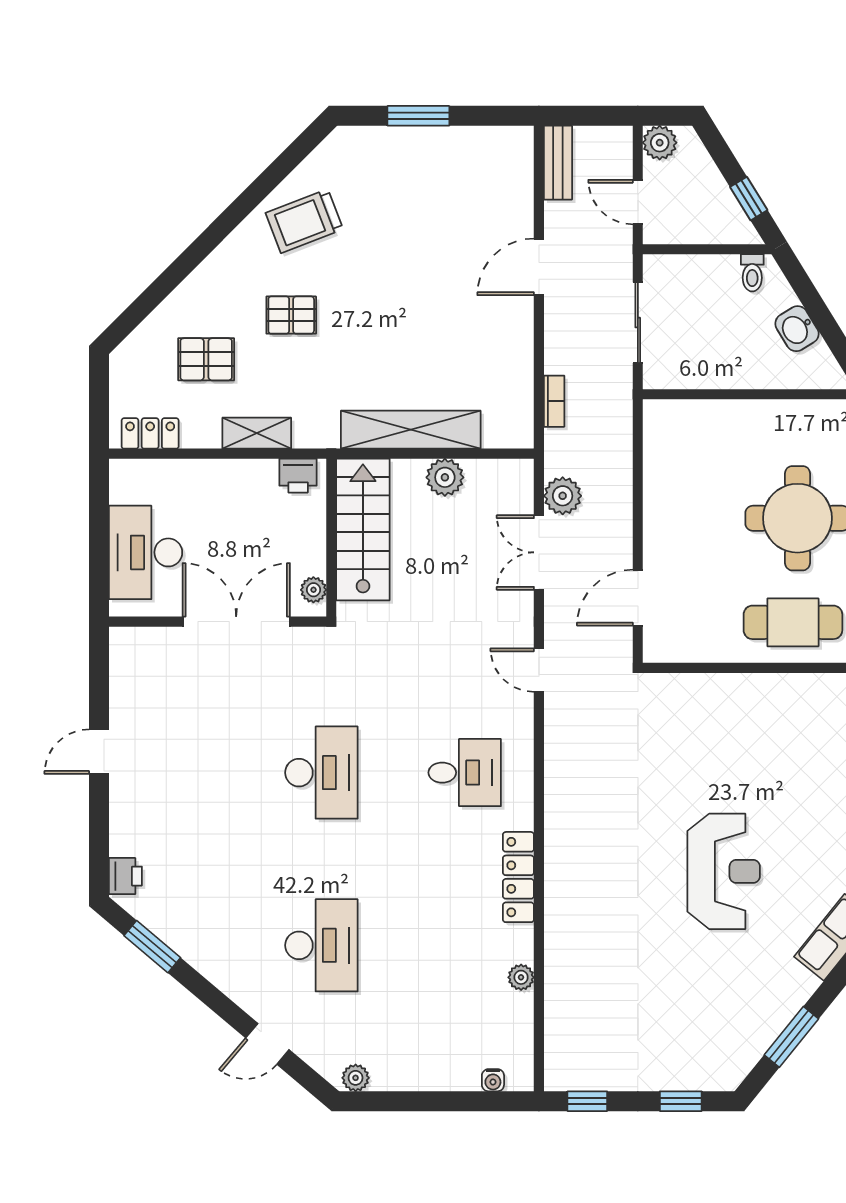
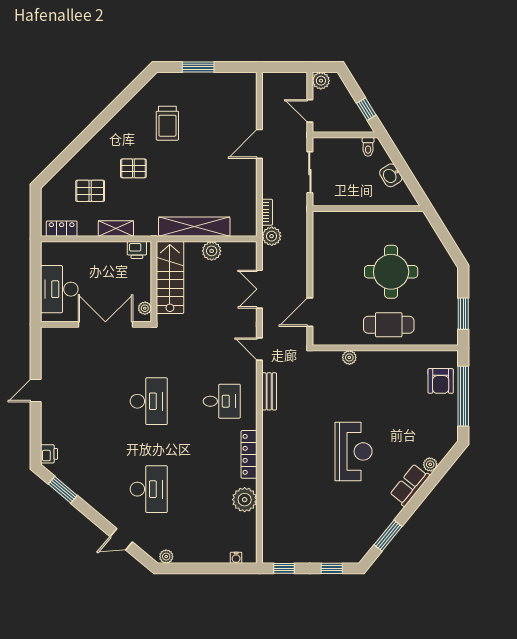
bench: (558, 163) -> (269, 391), moved
trolley: (304, 221) -> (167, 123), moved, turned -69
plant: (563, 496) -> (272, 236), moved
plant: (715, 687) -> (349, 357), added
plant: (521, 977) -> (245, 500), width x1.87, depth x1.87

